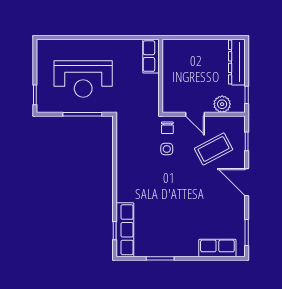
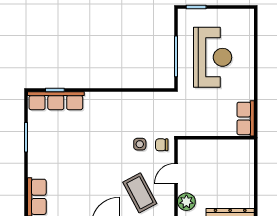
row of seats: (151, 56) -> (246, 118), moved, turned -90
reception desk: (83, 79) -> (213, 57), turned 180

